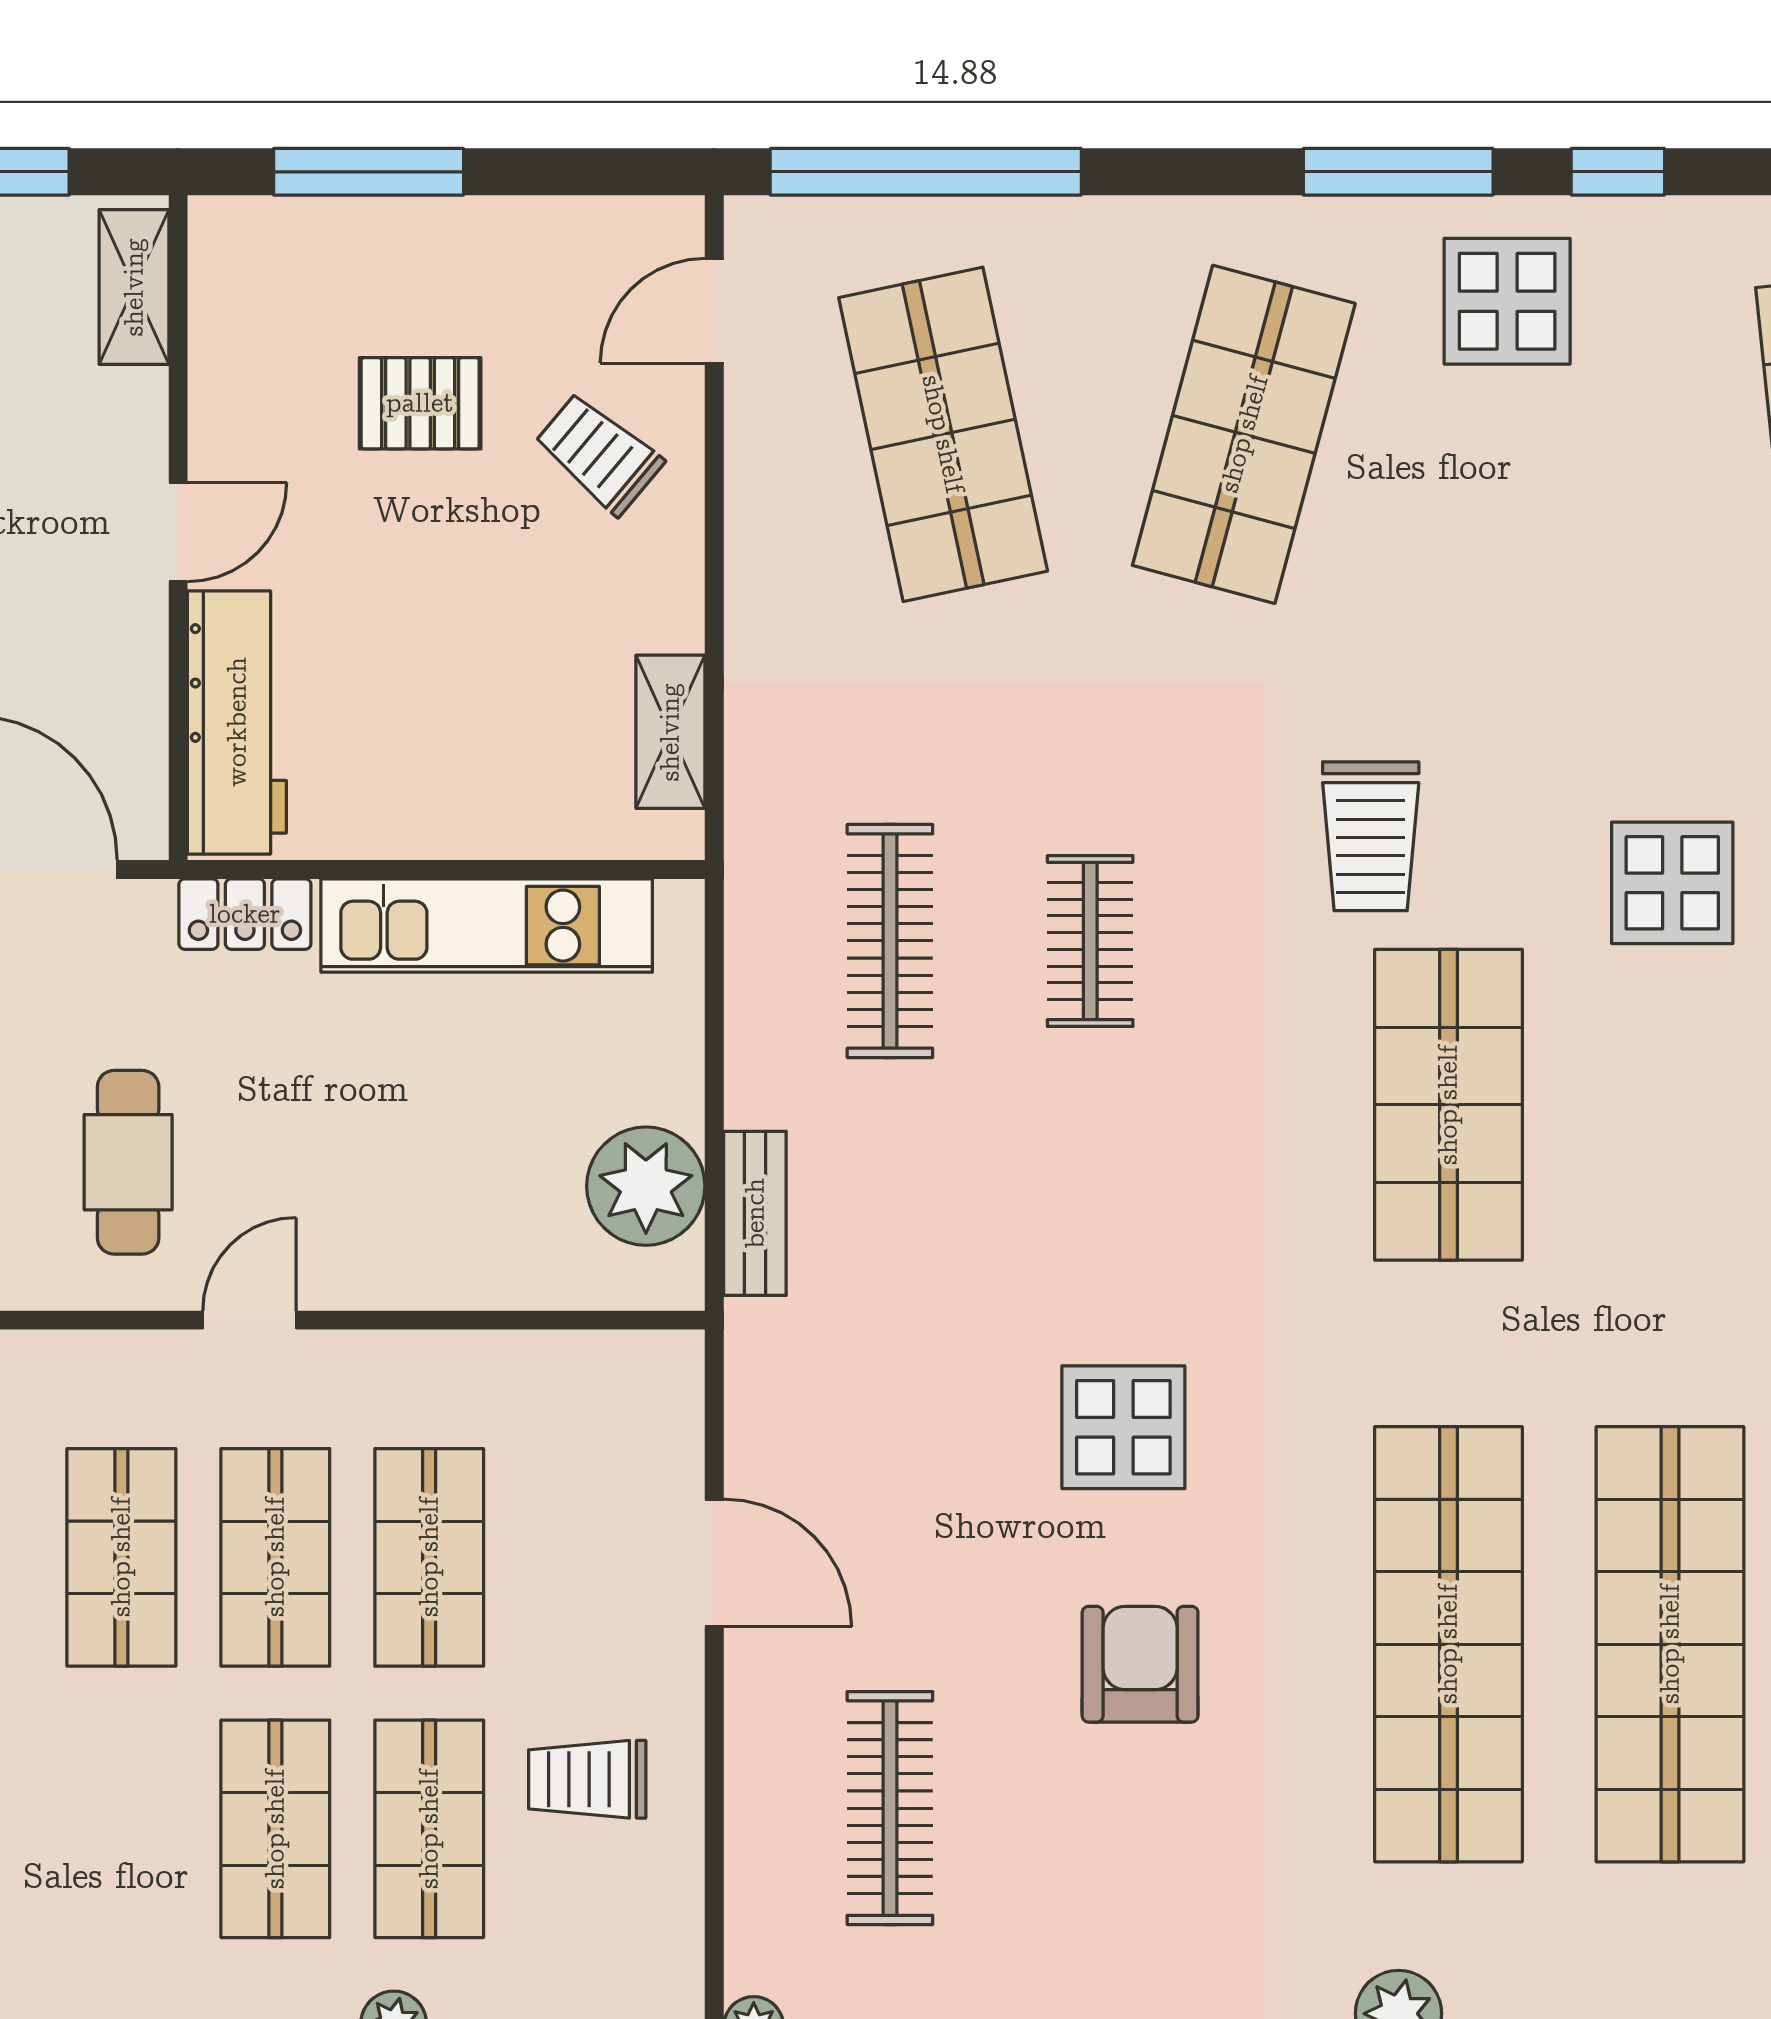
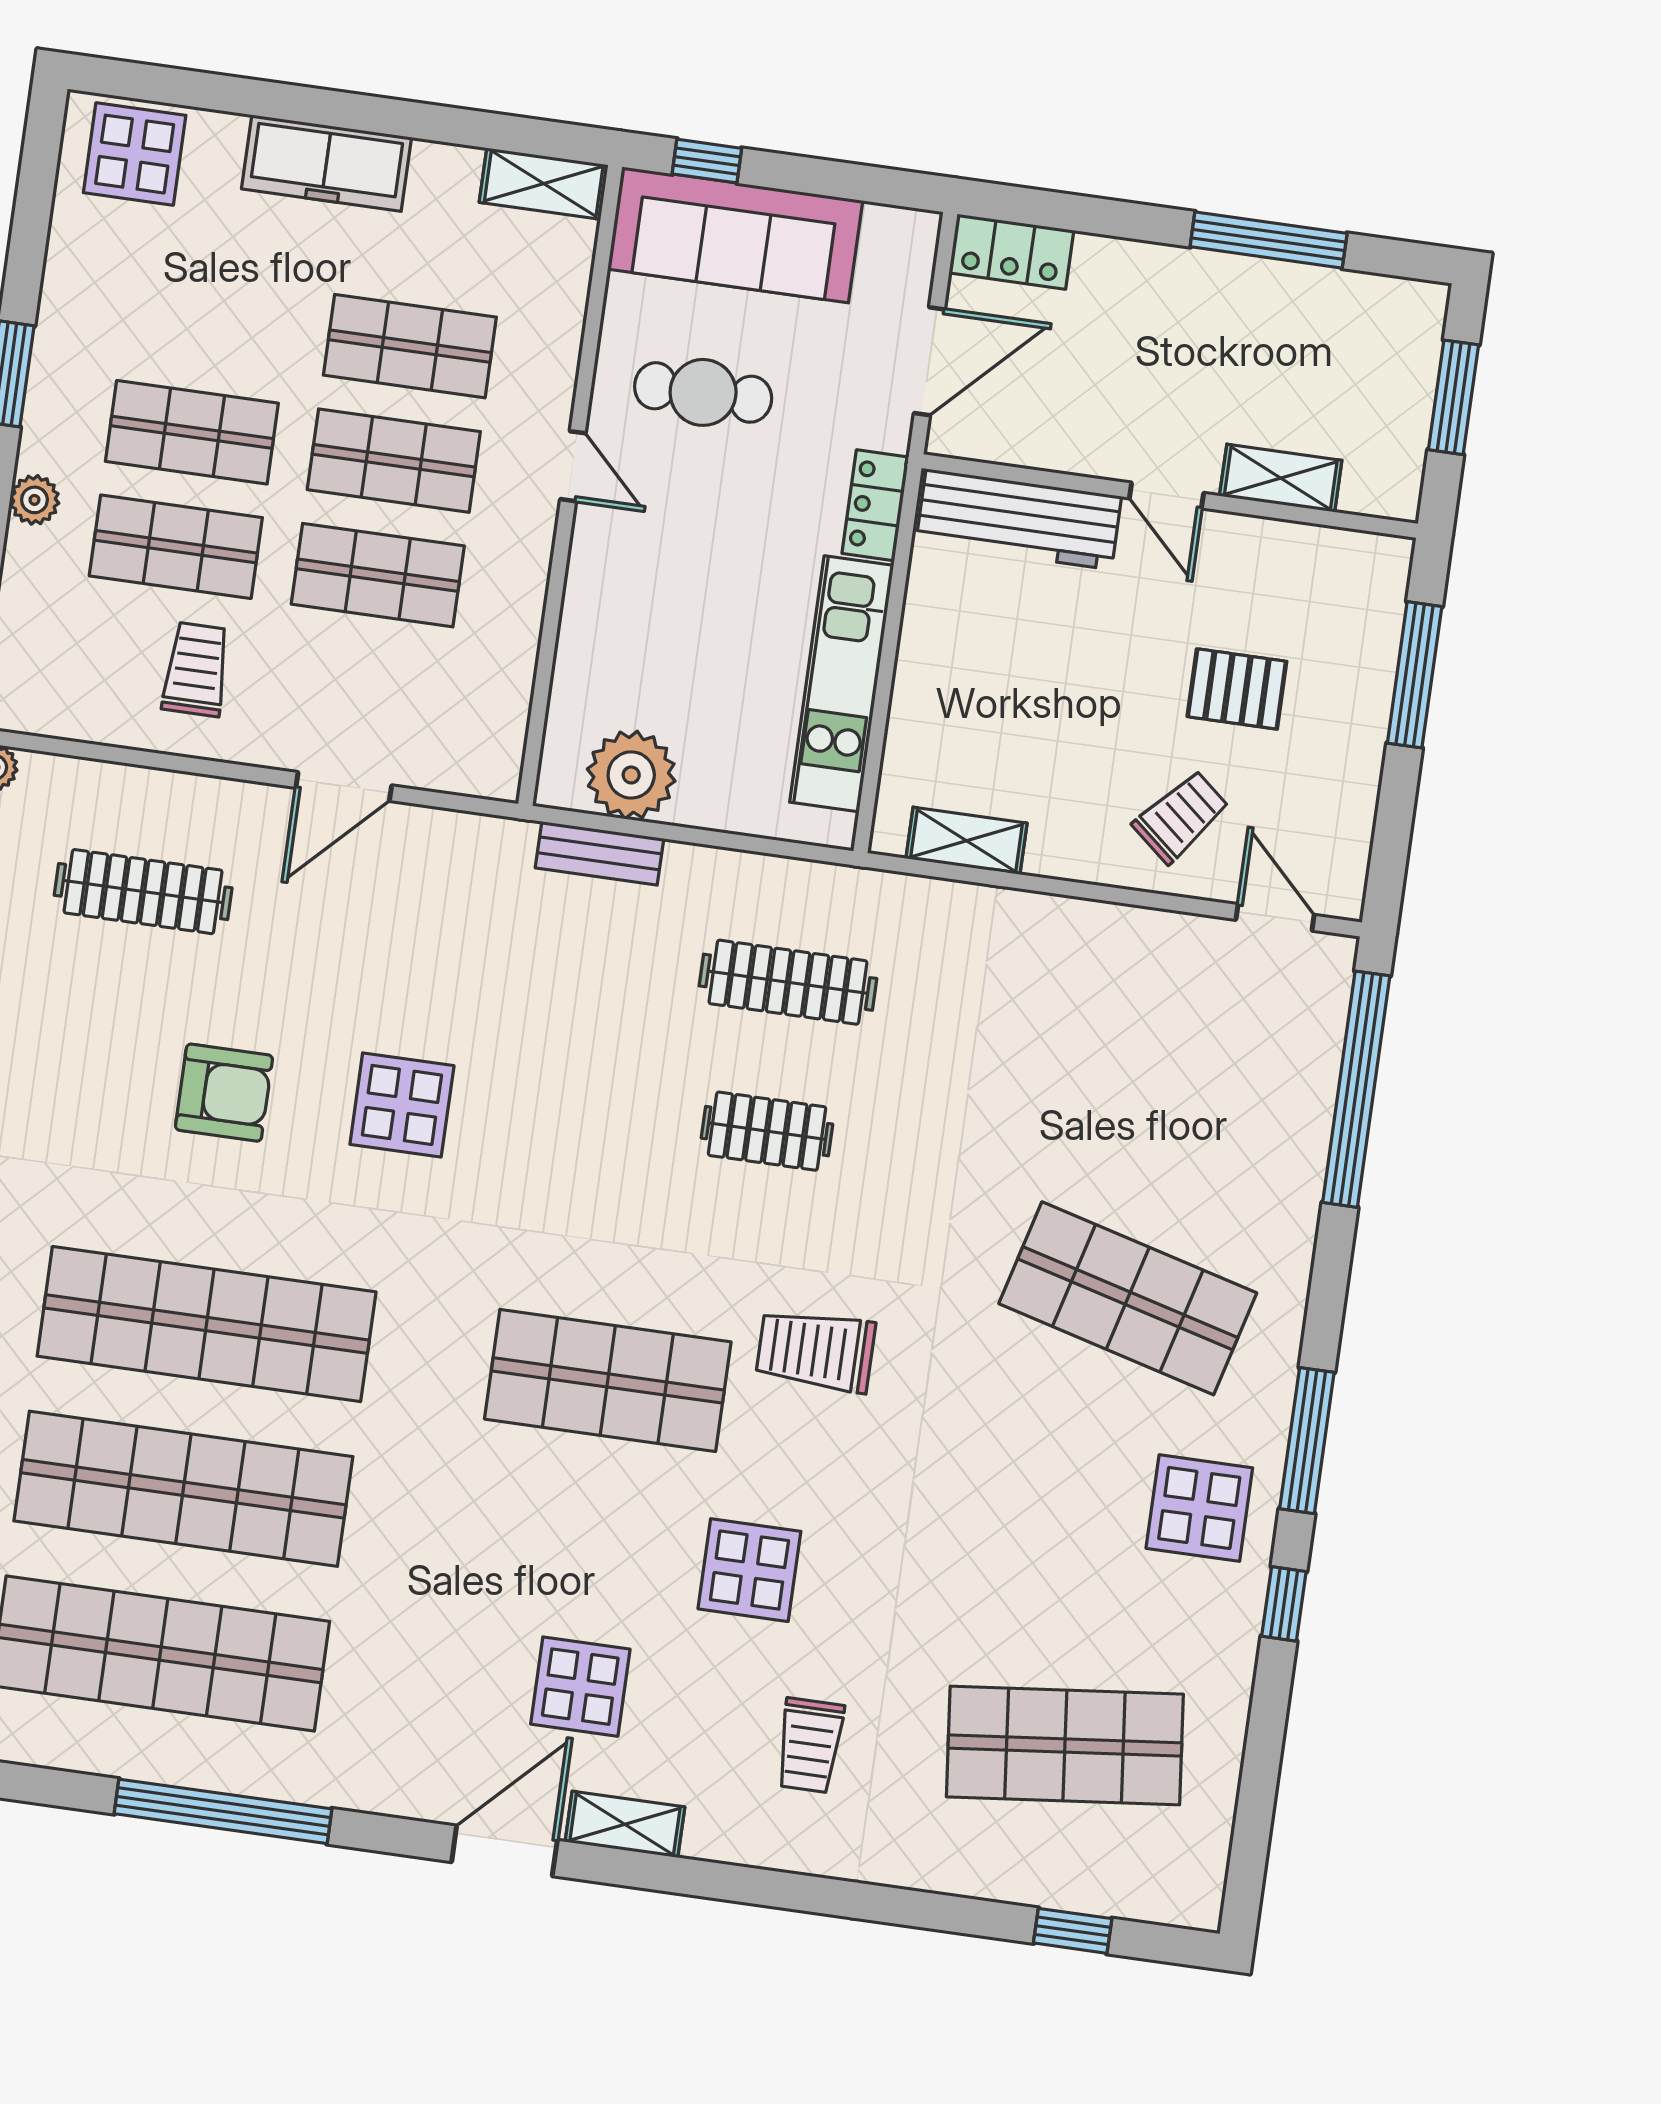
shelving: (134, 287) -> (1281, 478), moved
pallet: (420, 403) -> (1237, 689), turned 90
shop shelf: (943, 434) -> (1159, 1075), removed

